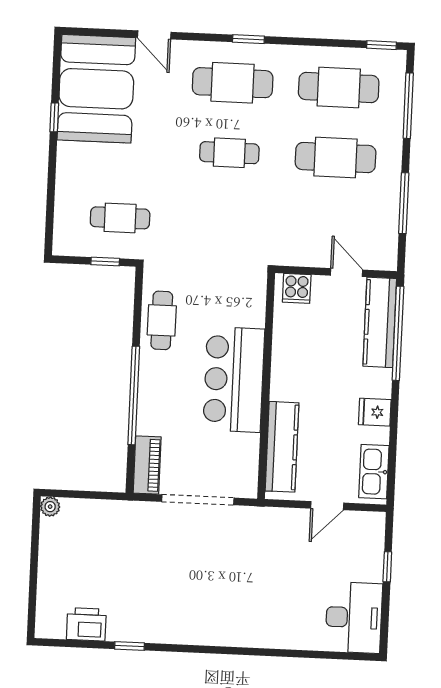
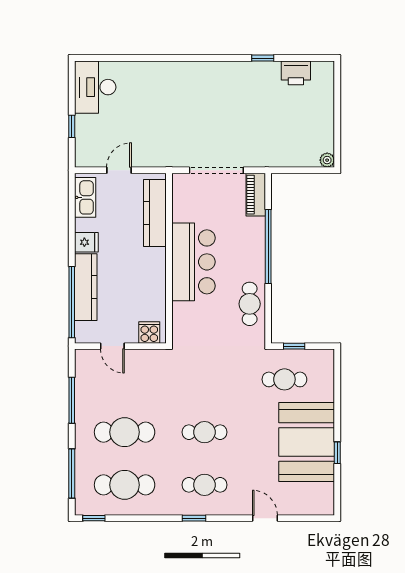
cafe table: (233, 83) -> (204, 485), width x0.73, depth x0.74
booth: (96, 89) -> (307, 442), moved
kitchen counter: (380, 322) -> (86, 287), moved

